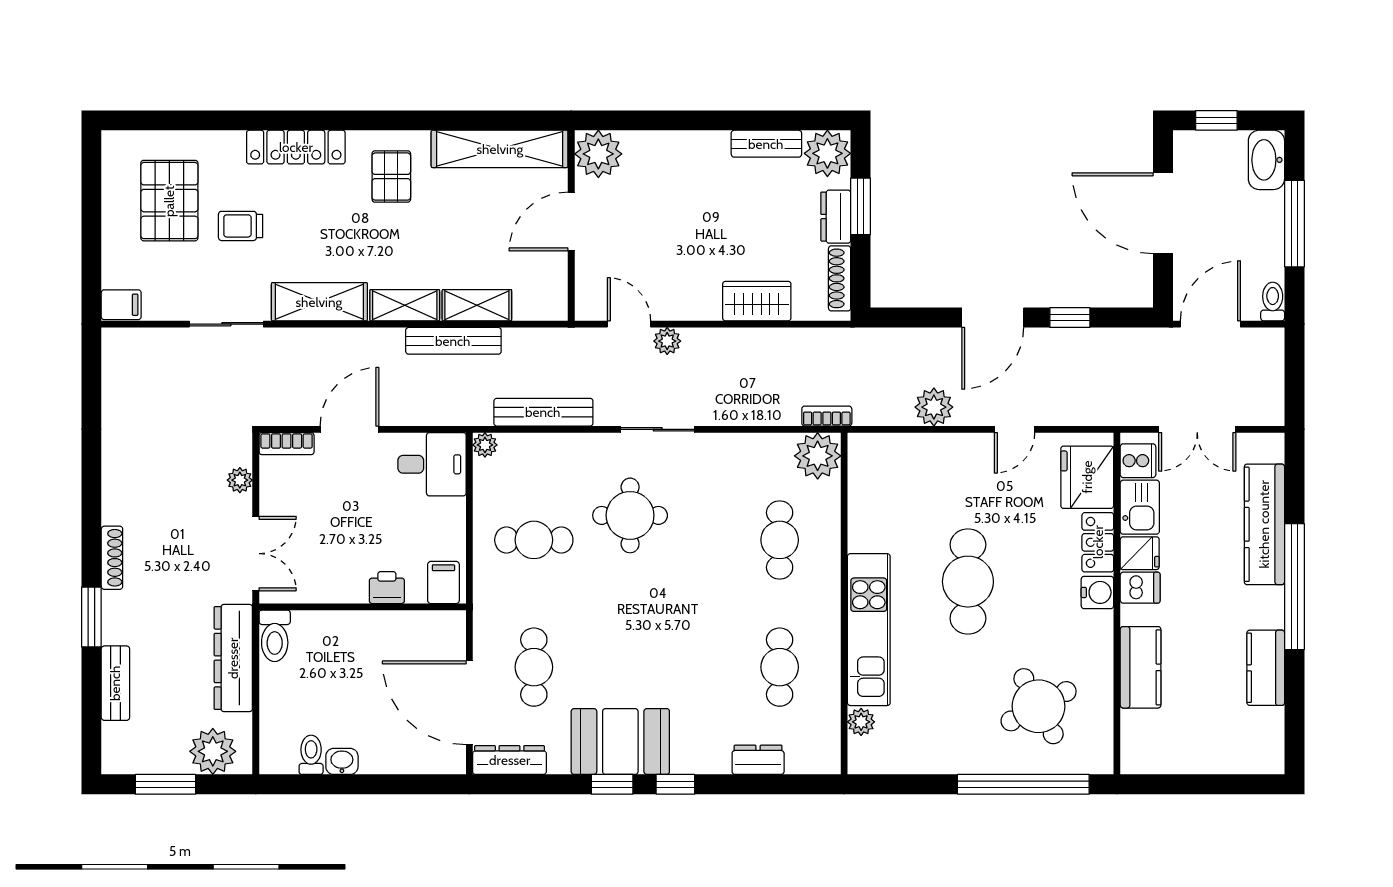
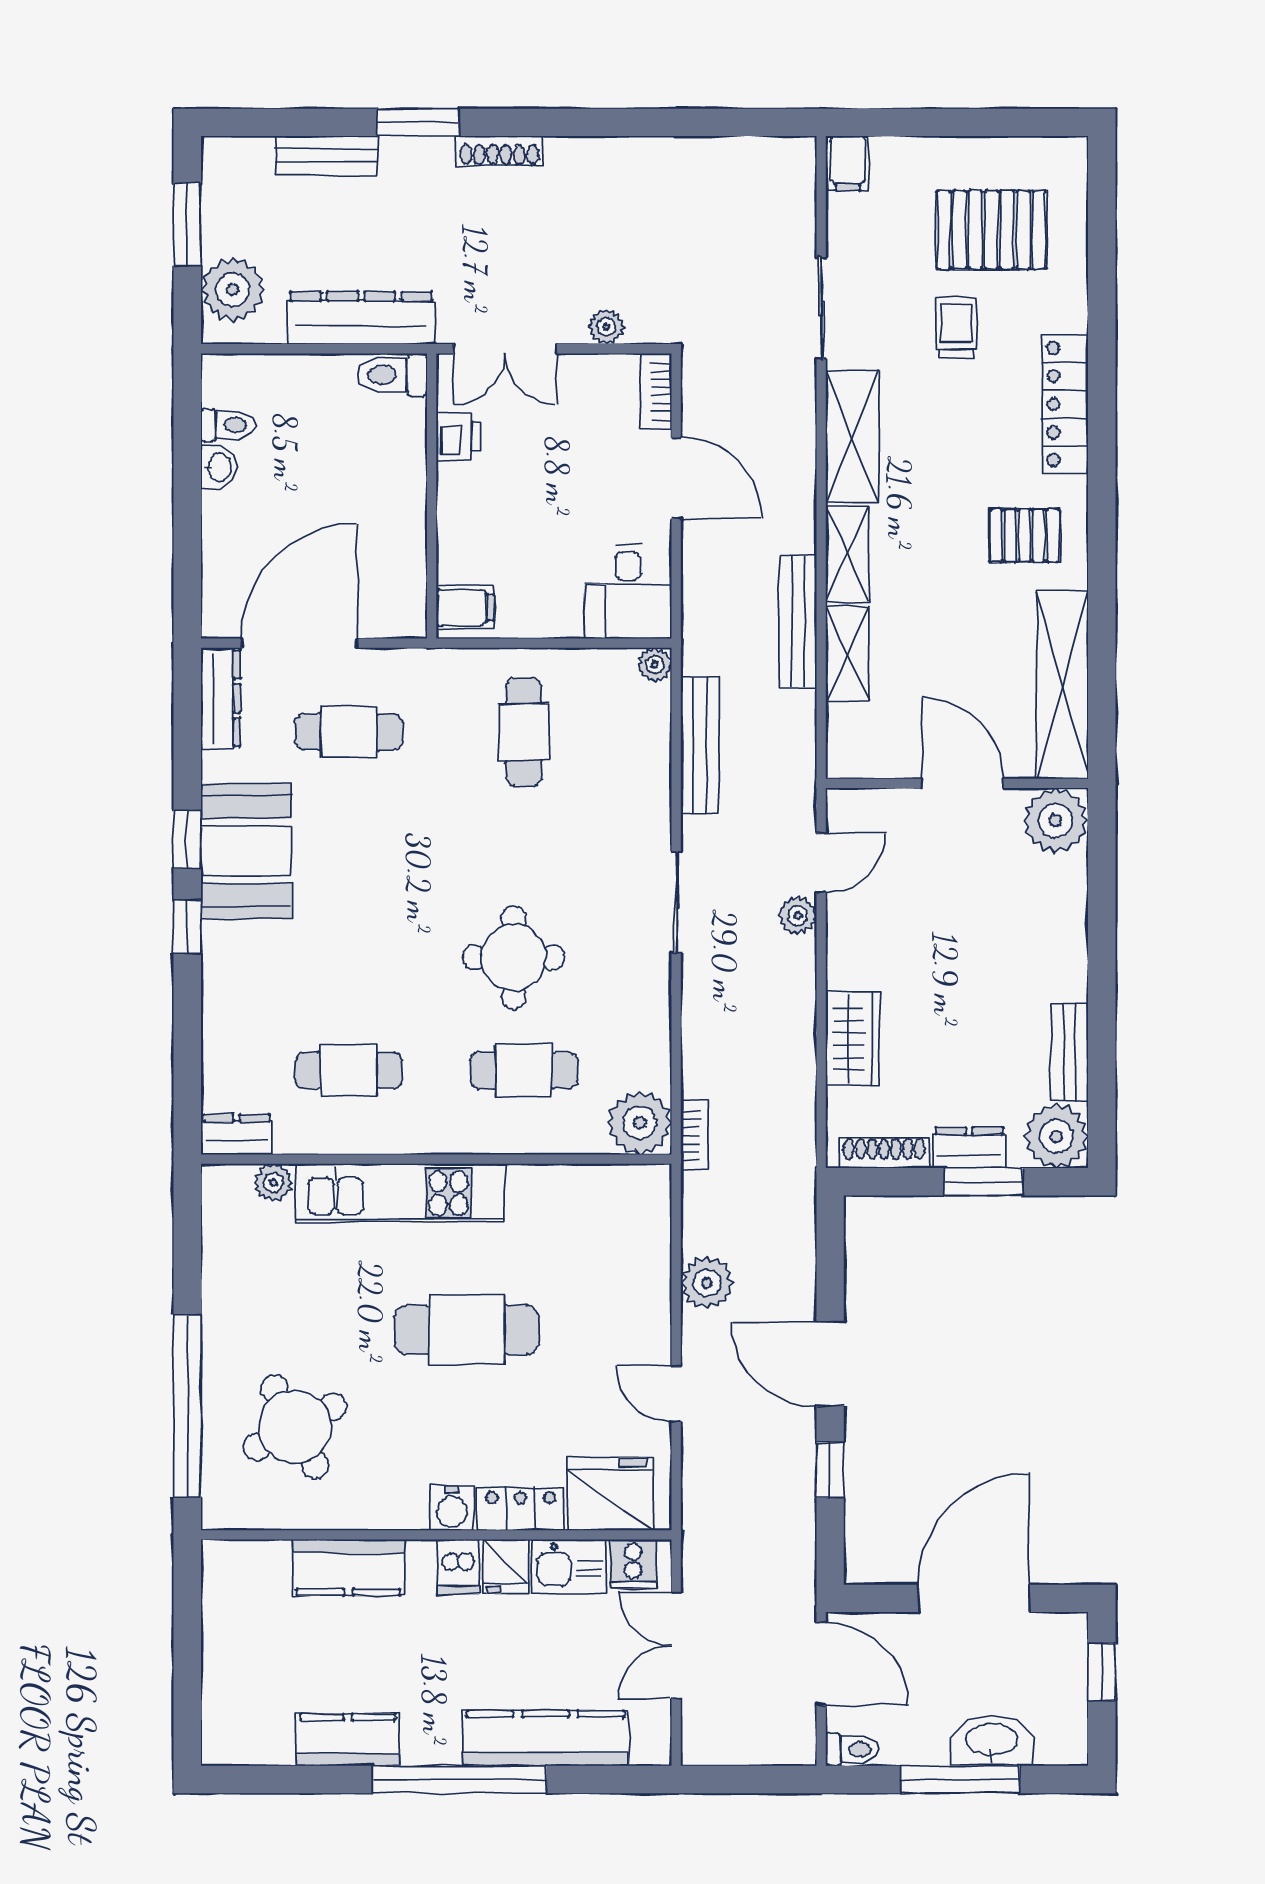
washbasin: (1266, 160) -> (992, 1741), moved
round table: (630, 515) -> (514, 957), moved
printer: (387, 588) -> (458, 436), moved
dresser: (758, 760) -> (237, 1135), moved, turned -90

